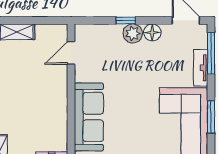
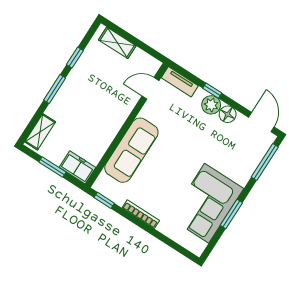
tv unit: (201, 68) -> (180, 82), moved, turned -90

